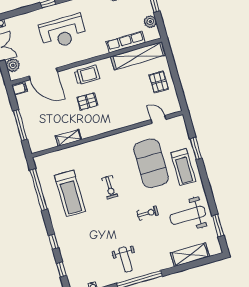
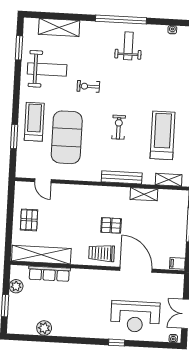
reception desk: (63, 32) -> (135, 317), moved, turned 180
plant: (13, 65) -> (176, 290), removed
door: (43, 74) -> (136, 270), moved
bench: (92, 145) -> (122, 177), added
shelving: (52, 157) -> (169, 180), added

